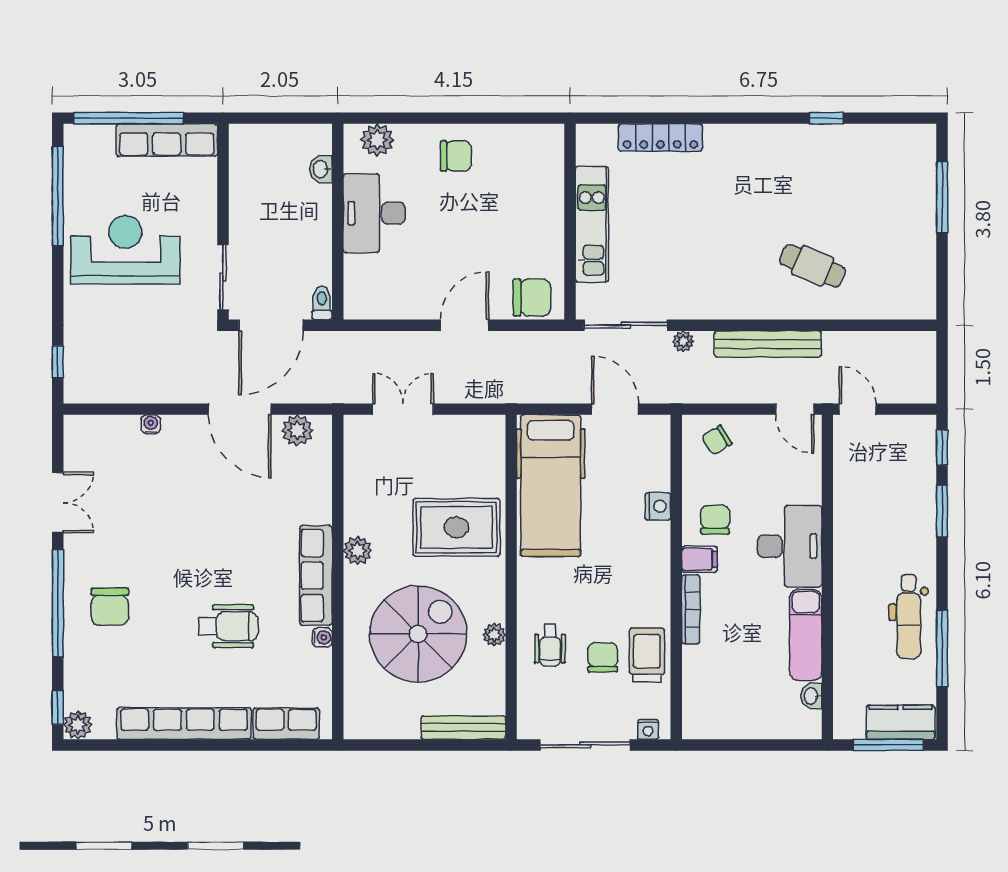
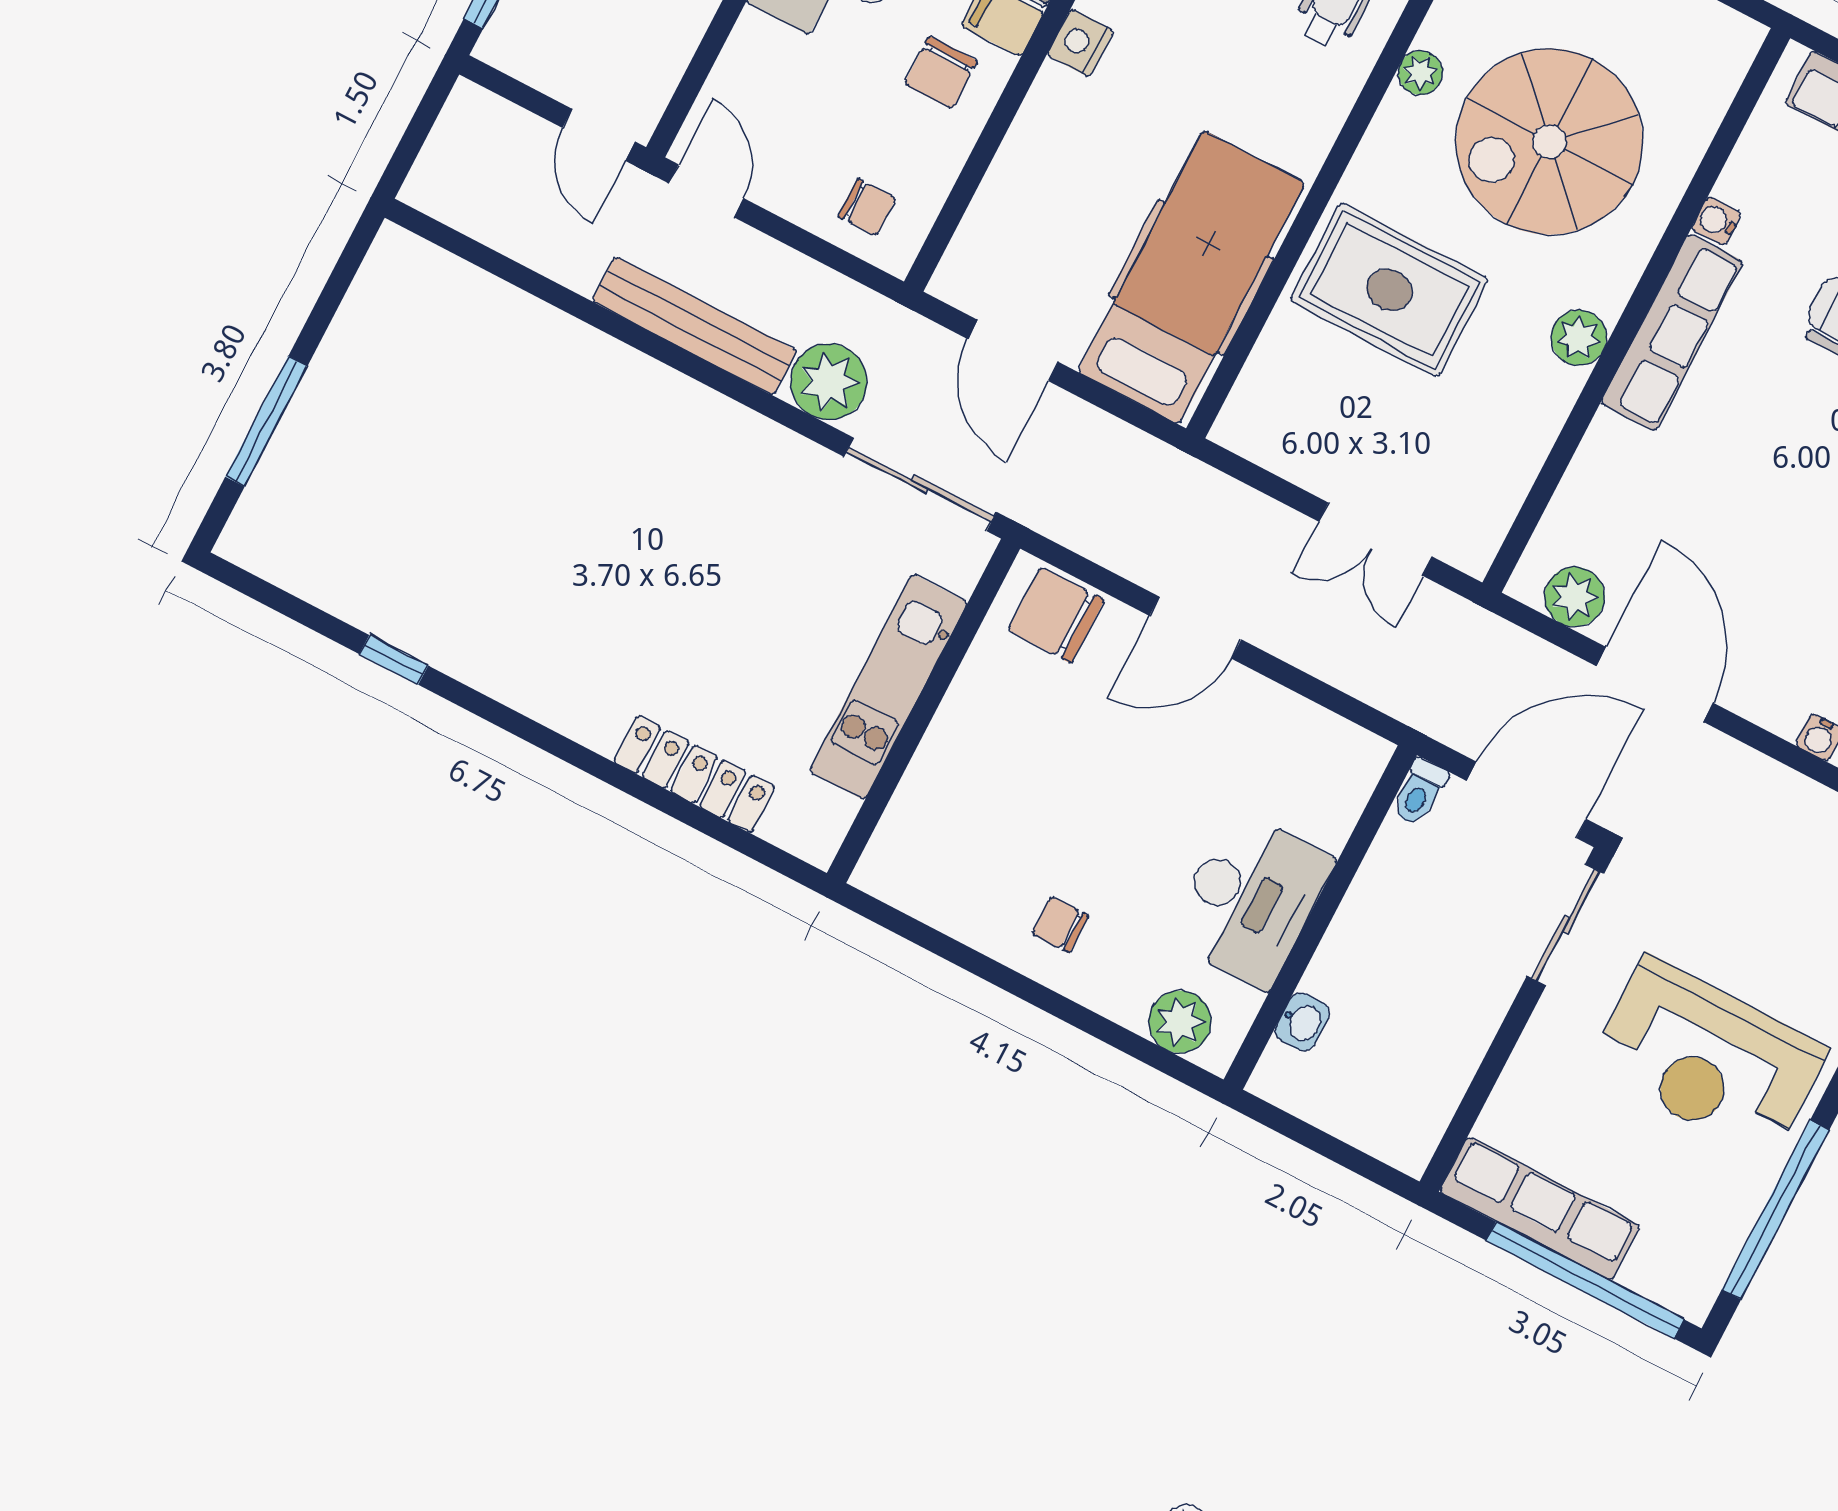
chair: (456, 156) -> (1060, 925), width x0.73, depth x0.73
cafe table: (813, 266) -> (548, 420), removed
plant: (683, 341) -> (829, 382), width x1.87, depth x1.87
chair: (717, 440) -> (867, 207), turned 31
nightstand: (658, 506) -> (1080, 43), moved

